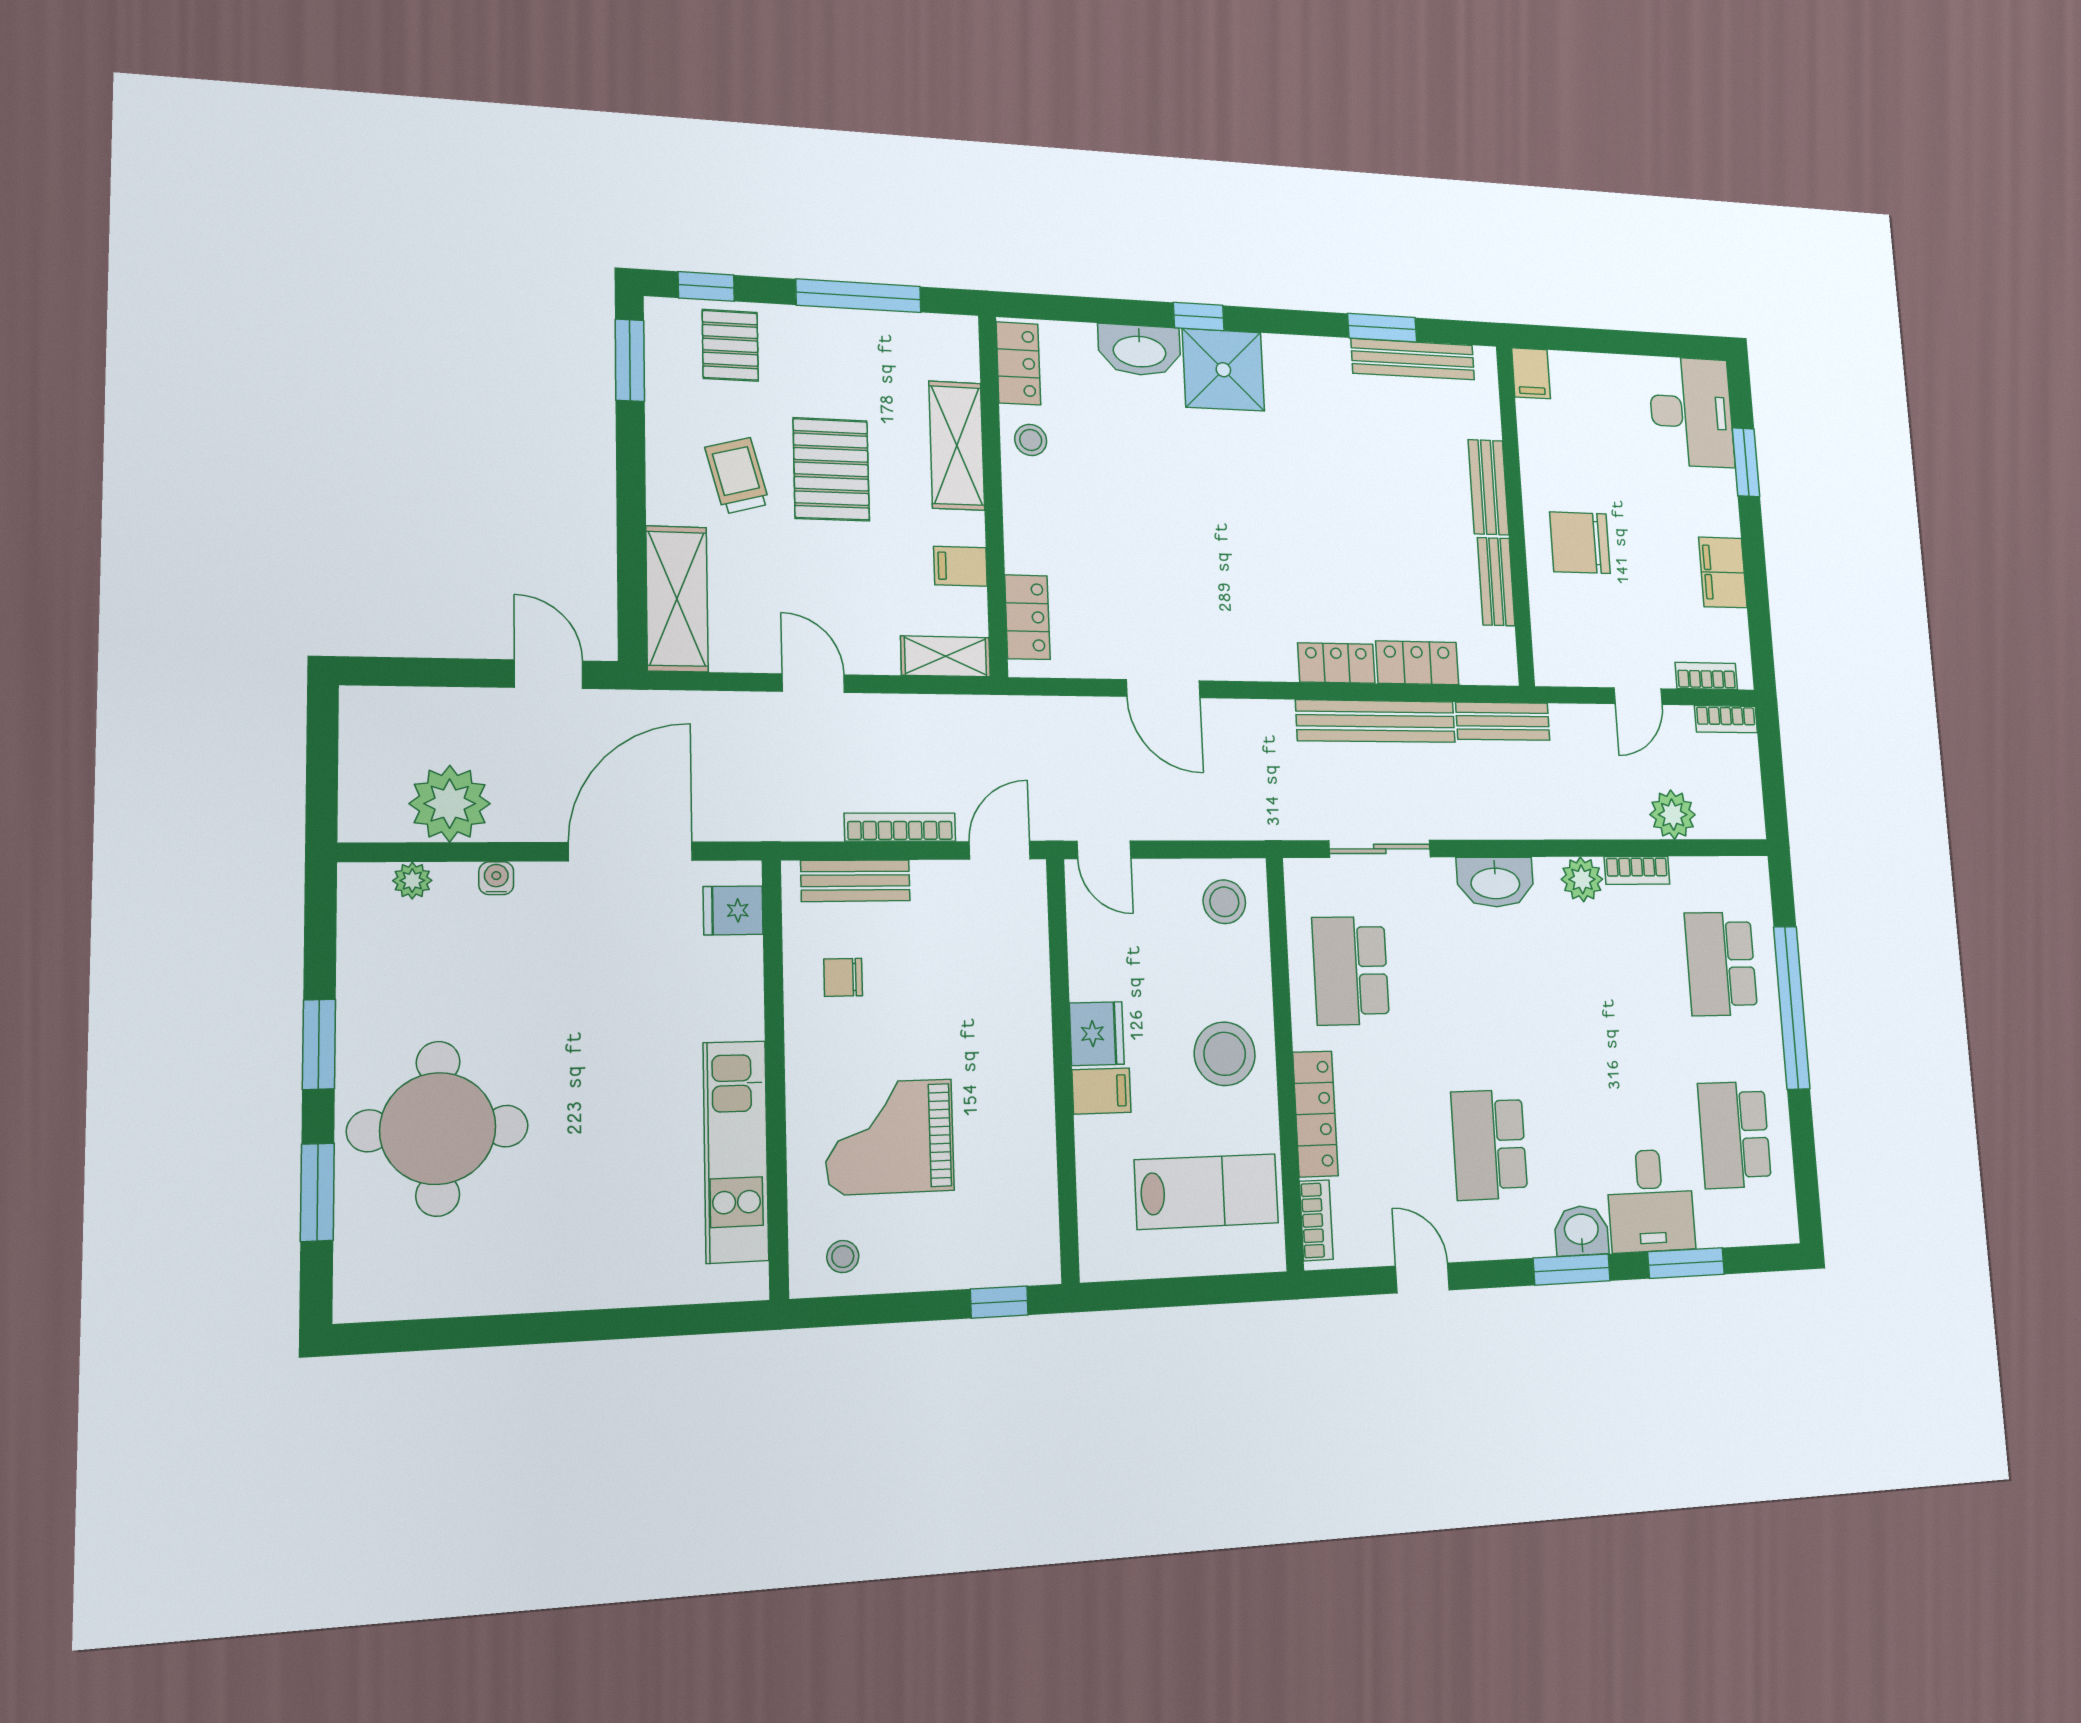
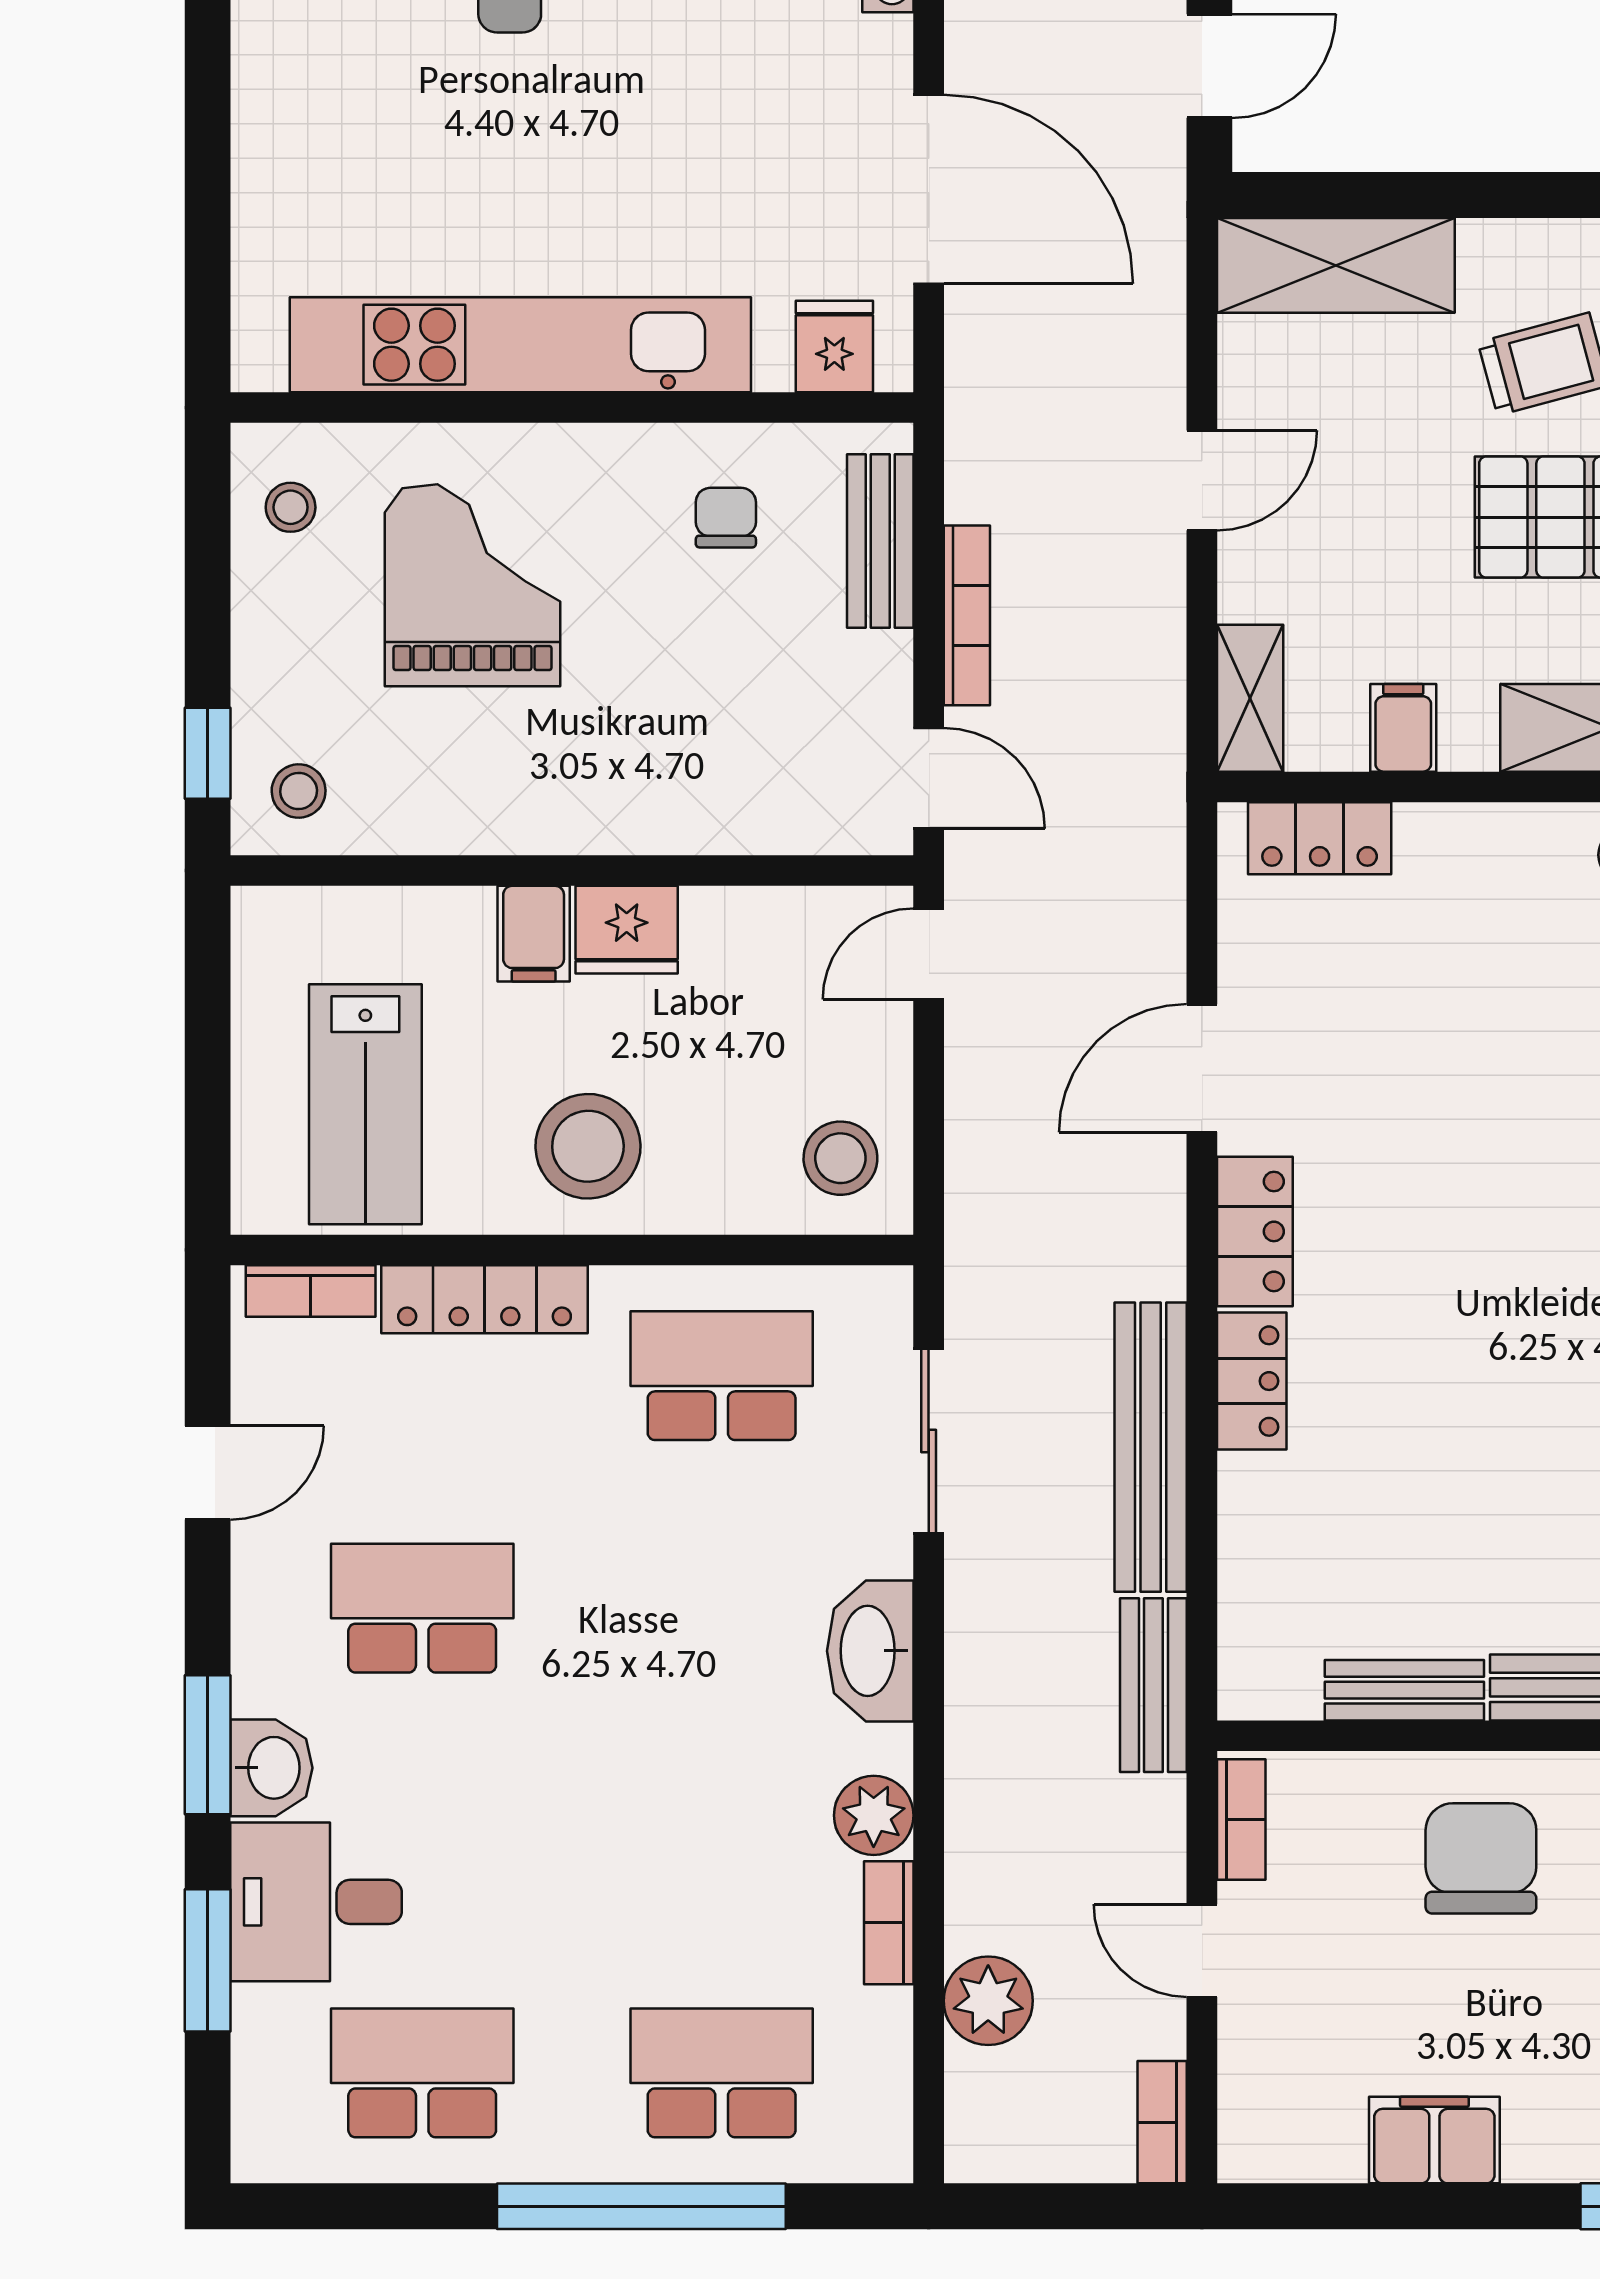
locker: (1417, 663) -> (1255, 1231), moved
bookcase: (1706, 676) -> (1241, 1820), moved
kitchen unit: (736, 1151) -> (520, 345), width x1.36
stool: (1021, 1242) -> (299, 791), added

